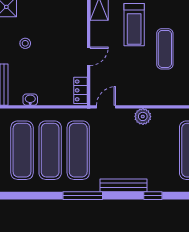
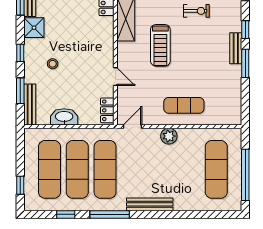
exercise mat: (165, 49) -> (184, 105), moved, turned 90
door: (89, 56) -> (115, 77), hinge flipped
washbasin: (30, 100) -> (64, 117), width x1.91, depth x1.45
window: (153, 196) -> (66, 214), moved

